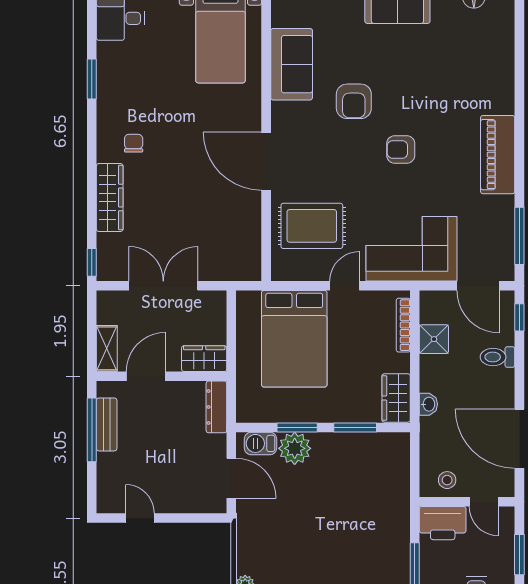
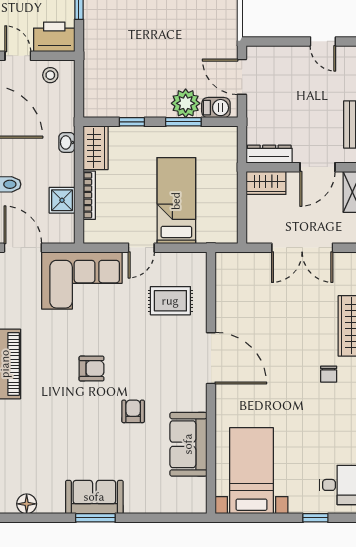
armchair: (354, 101) -> (133, 411), width x0.72, depth x0.72
rug: (312, 226) -> (170, 301), width x0.73, depth x0.70
bookcase: (403, 325) -> (89, 195), moved
bed: (294, 339) -> (176, 201), width x0.67
dresser: (216, 407) -> (269, 154), moved, turned -90
window: (355, 427) -> (132, 122), width x0.67

